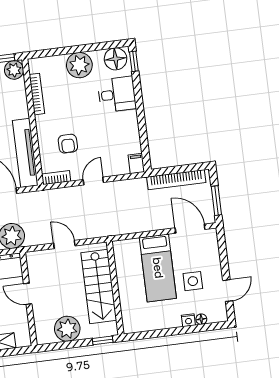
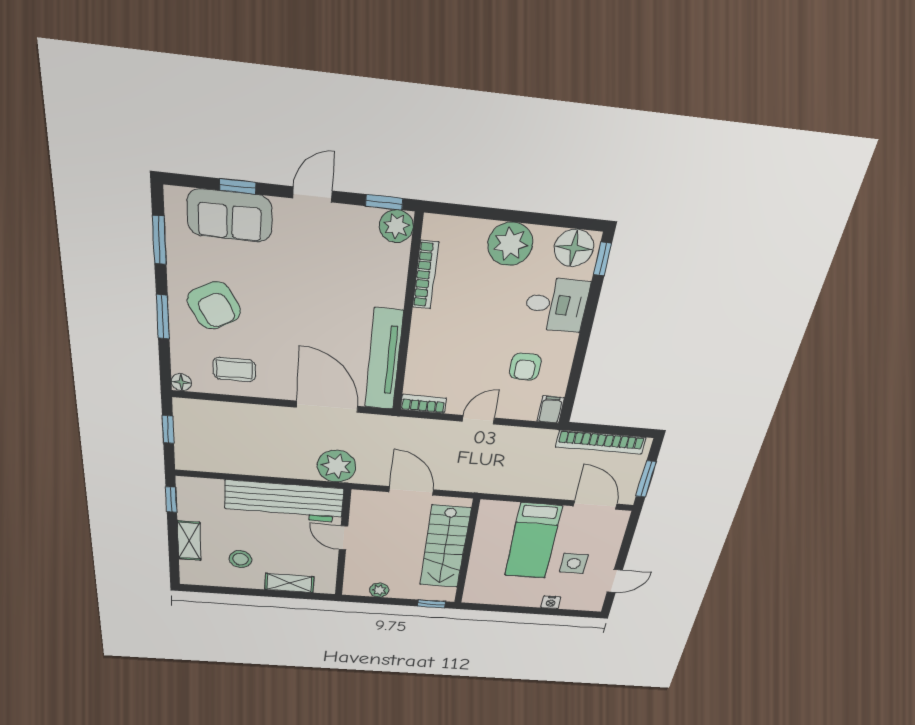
armchair: (68, 144) -> (525, 367), moved
door: (64, 245) -> (411, 491), width x1.38
floor lamp: (201, 319) -> (568, 604), removed
plant: (67, 329) -> (379, 590), width x0.53, depth x0.53

